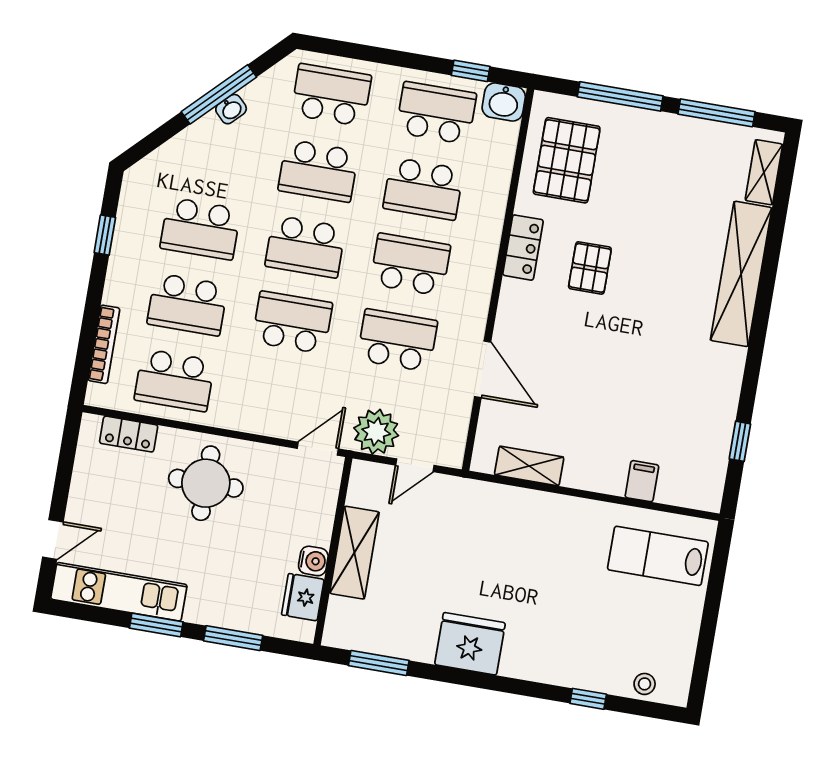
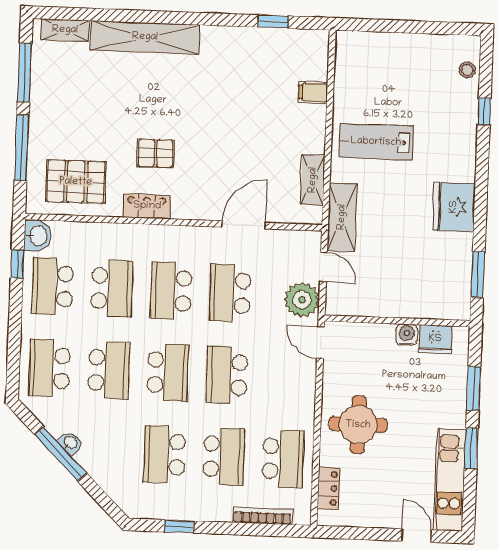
school desk: (200, 229) -> (165, 454), turned 180
shelving: (354, 553) -> (342, 217), moved, turned 90
lab bench: (658, 556) -> (376, 142), moved, turned 90

